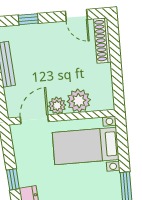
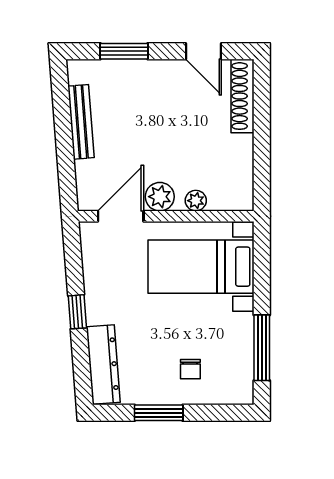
window: (28, 19) -> (124, 51), width x1.50
plant: (79, 101) -> (196, 201), width x0.53, depth x0.53

